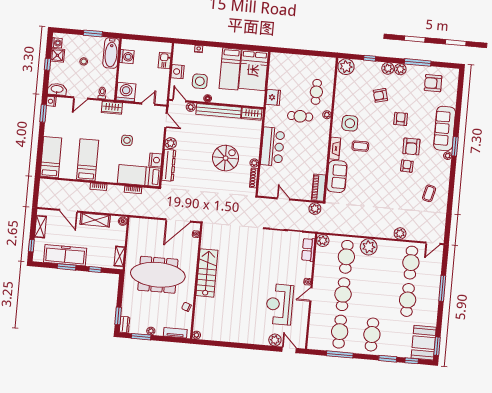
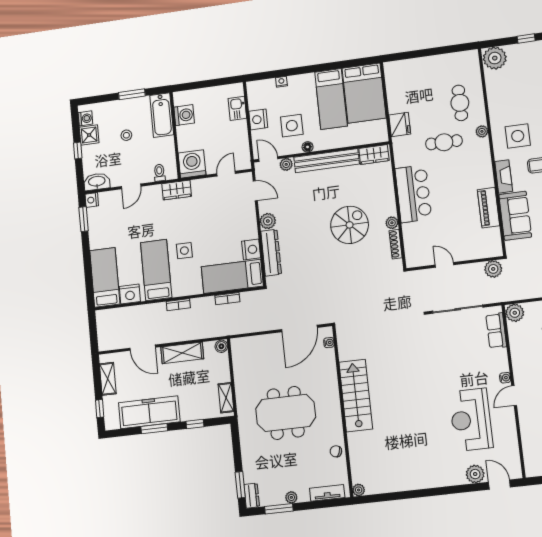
side table: (127, 140) -> (184, 251), moved
nightstand: (66, 172) -> (130, 294), added
piano: (319, 188) -> (488, 208), moved
meeting table: (158, 275) -> (286, 413), width x0.73

